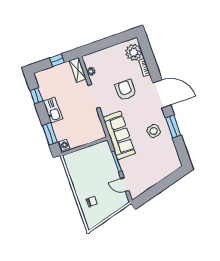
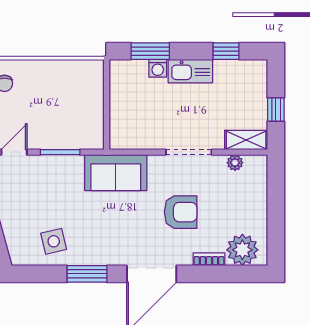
side table: (154, 131) -> (54, 241), moved
sofa: (119, 135) -> (116, 173), width x0.73
washing machine: (64, 145) -> (158, 68), moved

